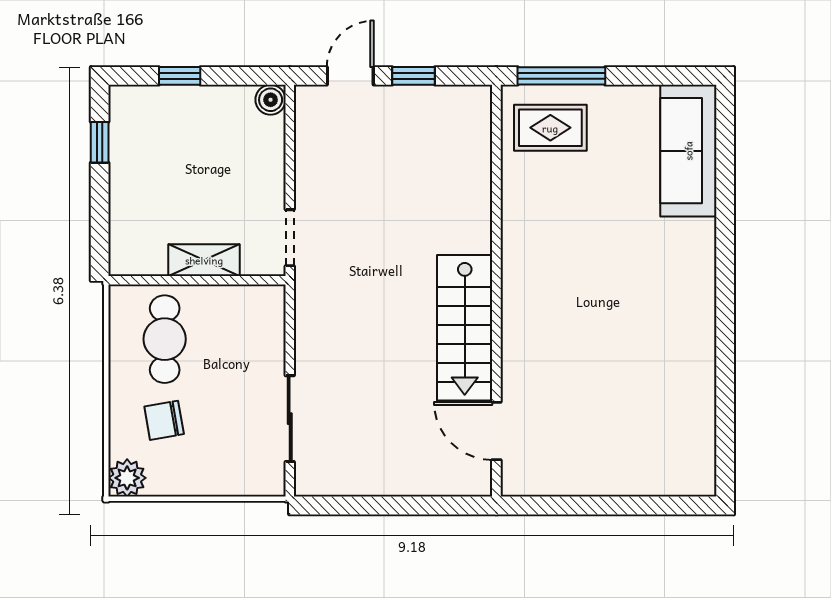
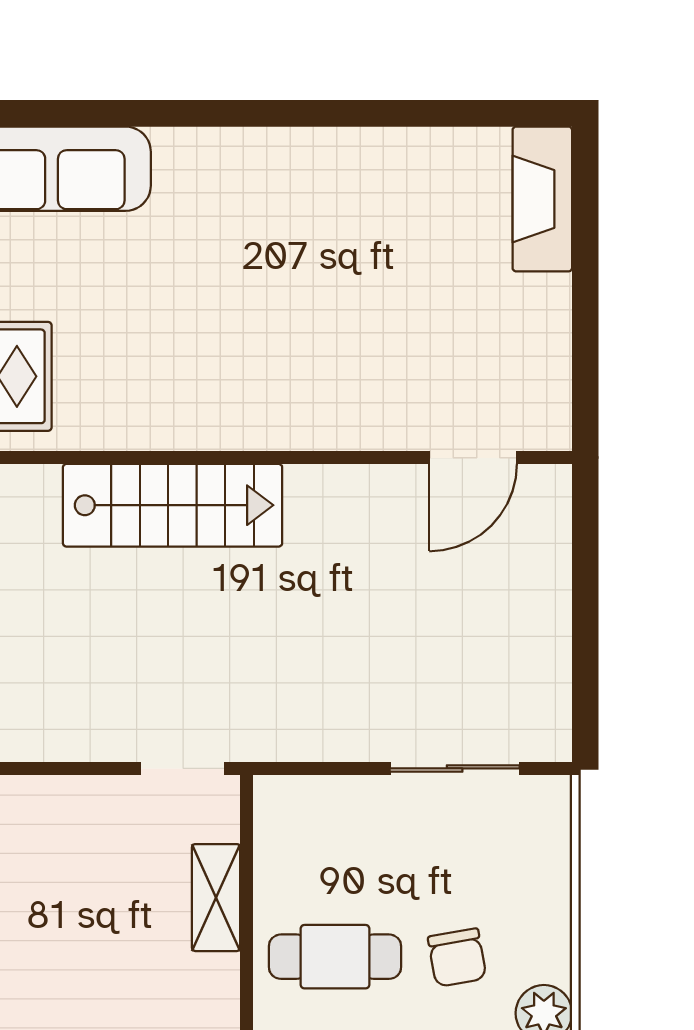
stairs: (465, 328) -> (173, 505), moved
fireplace: (668, 477) -> (542, 199), added

